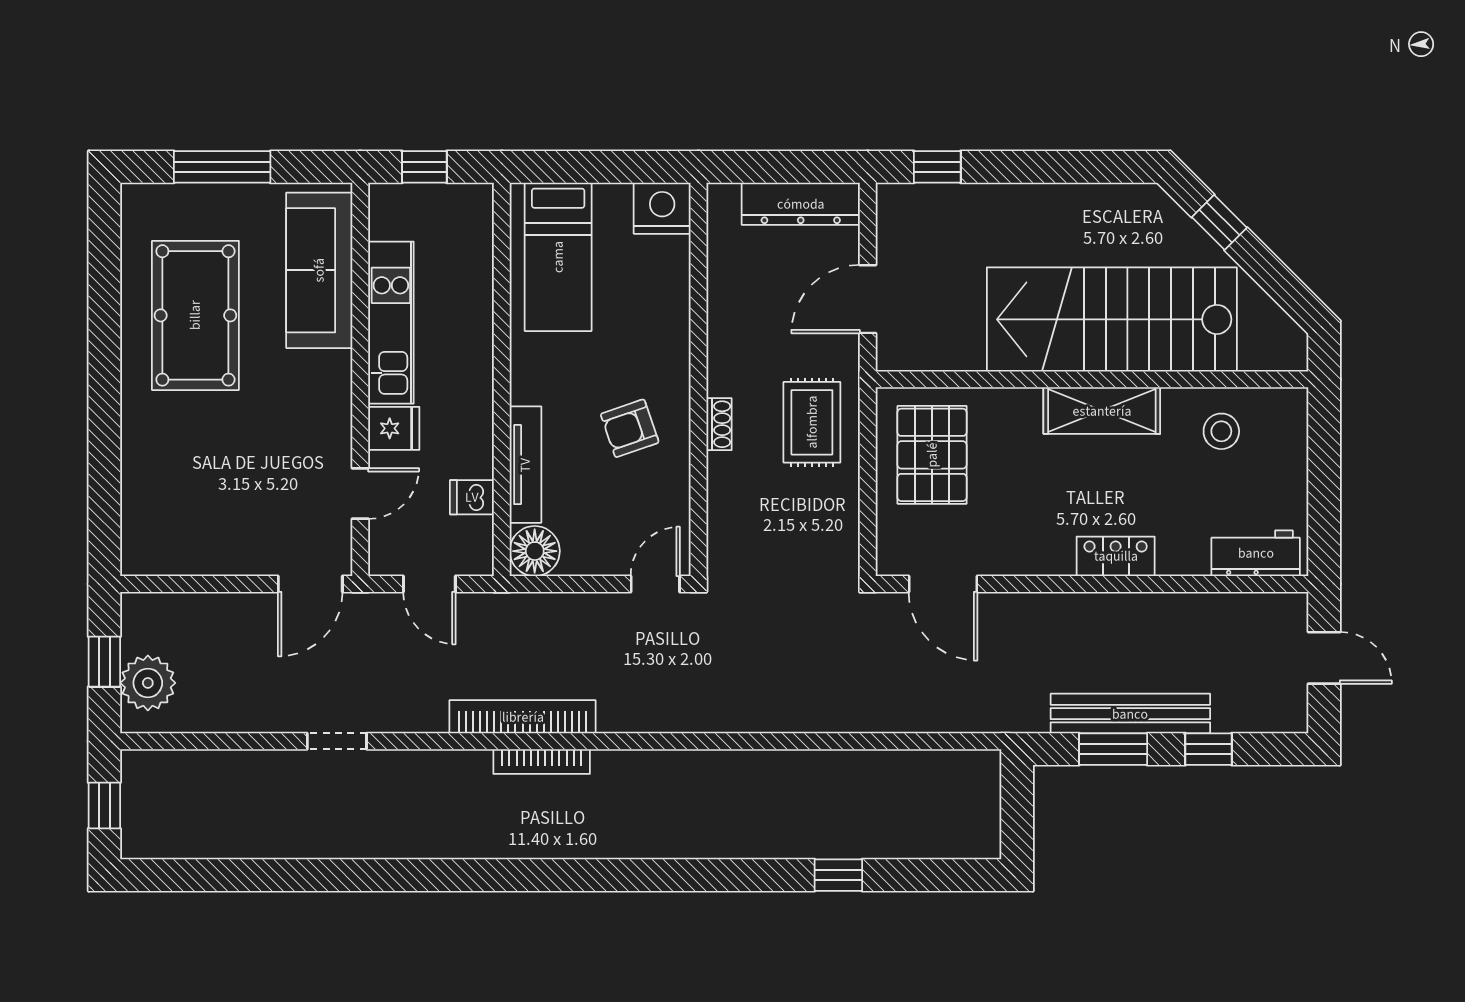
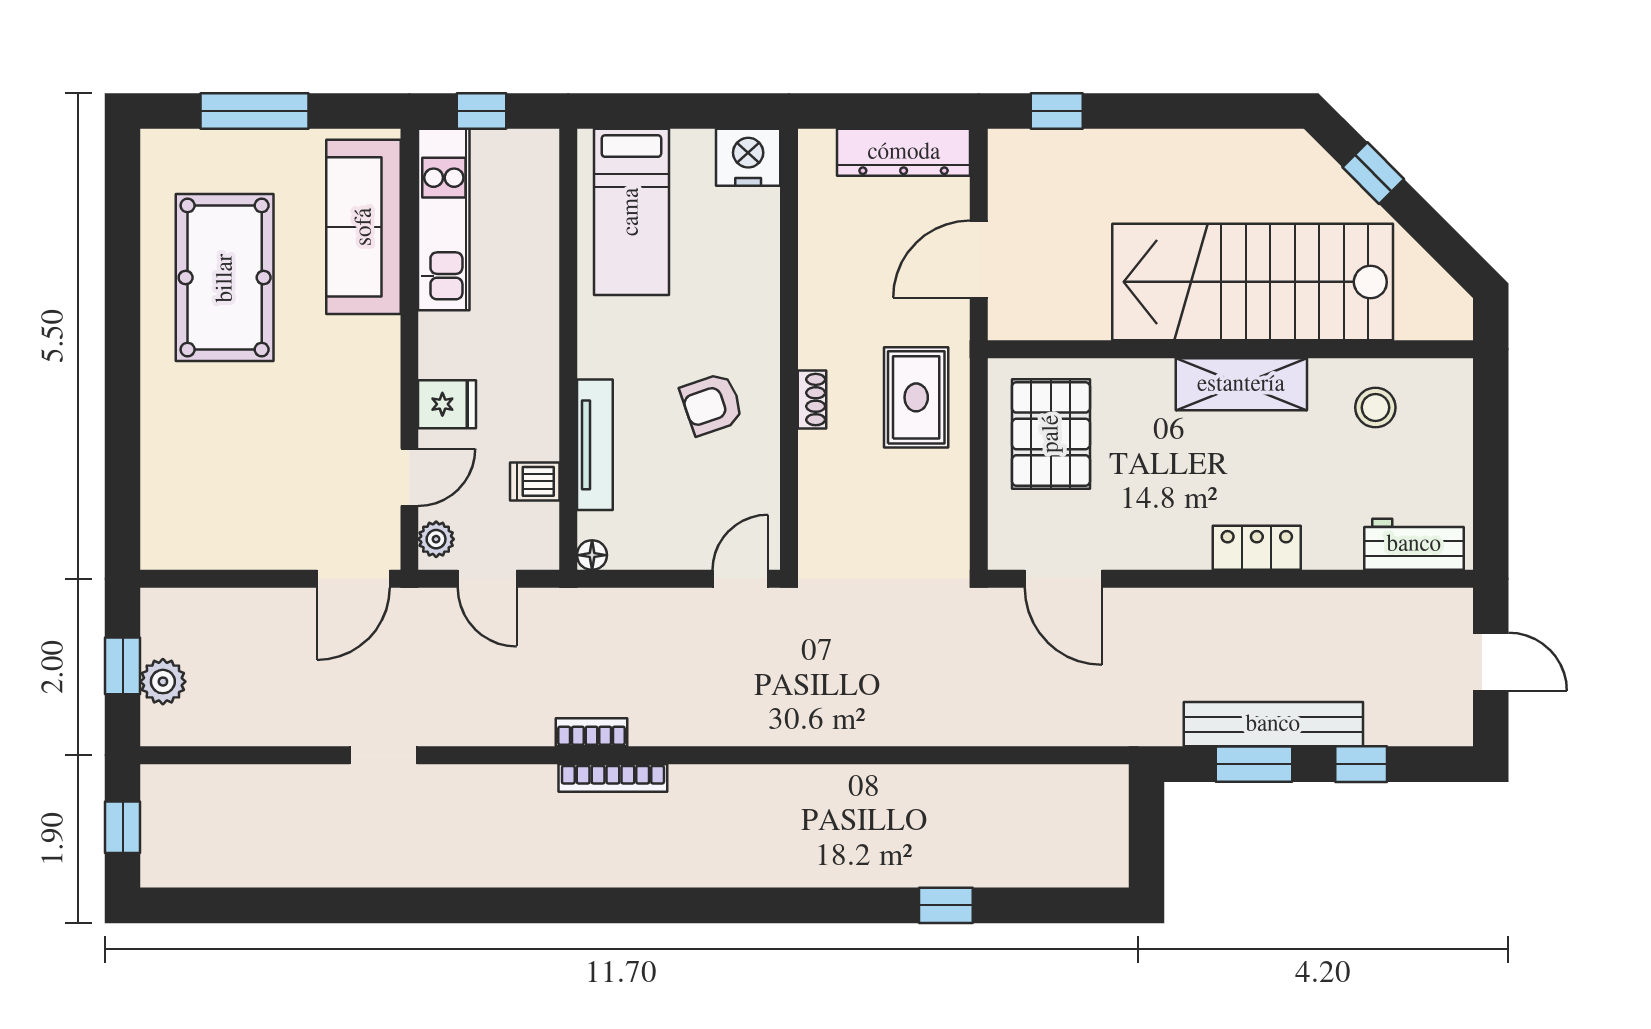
kitchen unit: (391, 323) -> (444, 219), moved
plant: (384, 549) -> (436, 539), added
floor lamp: (535, 551) -> (592, 555), width x0.53, depth x0.53
plant: (148, 683) -> (163, 682), width x0.73, depth x0.73
bookcase: (523, 717) -> (591, 732), width x0.43, depth x0.76

